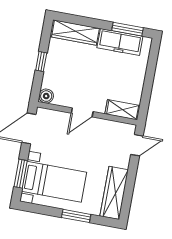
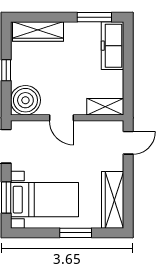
freezer: (120, 42) -> (113, 46), moved, turned 90
boiler: (46, 96) -> (25, 100), width x1.86, depth x1.86
door: (82, 112) -> (61, 118), hinge flipped

